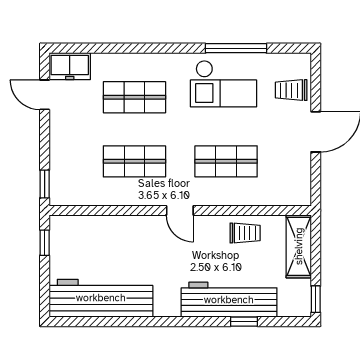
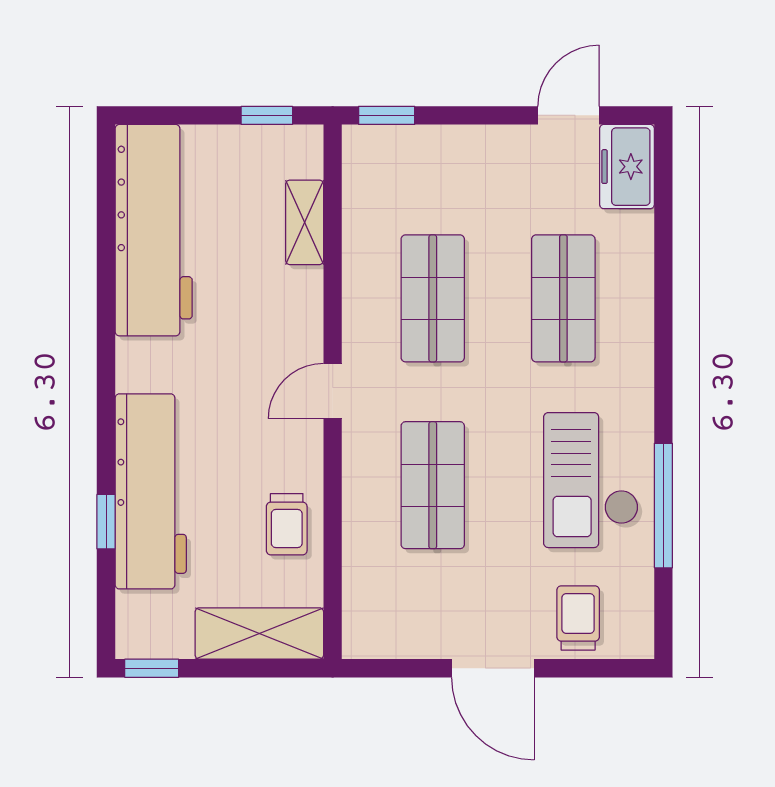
shelving: (97, 224) -> (305, 222), added

